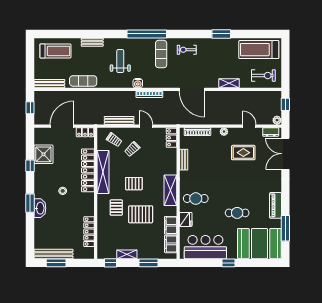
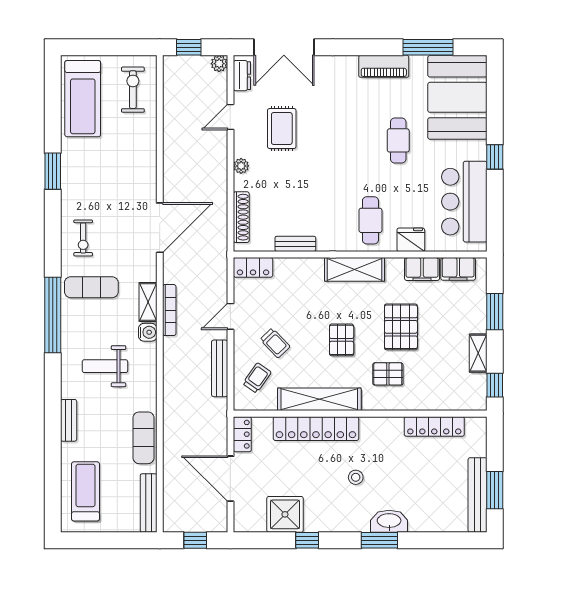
shelving: (229, 83) -> (148, 302), moved

